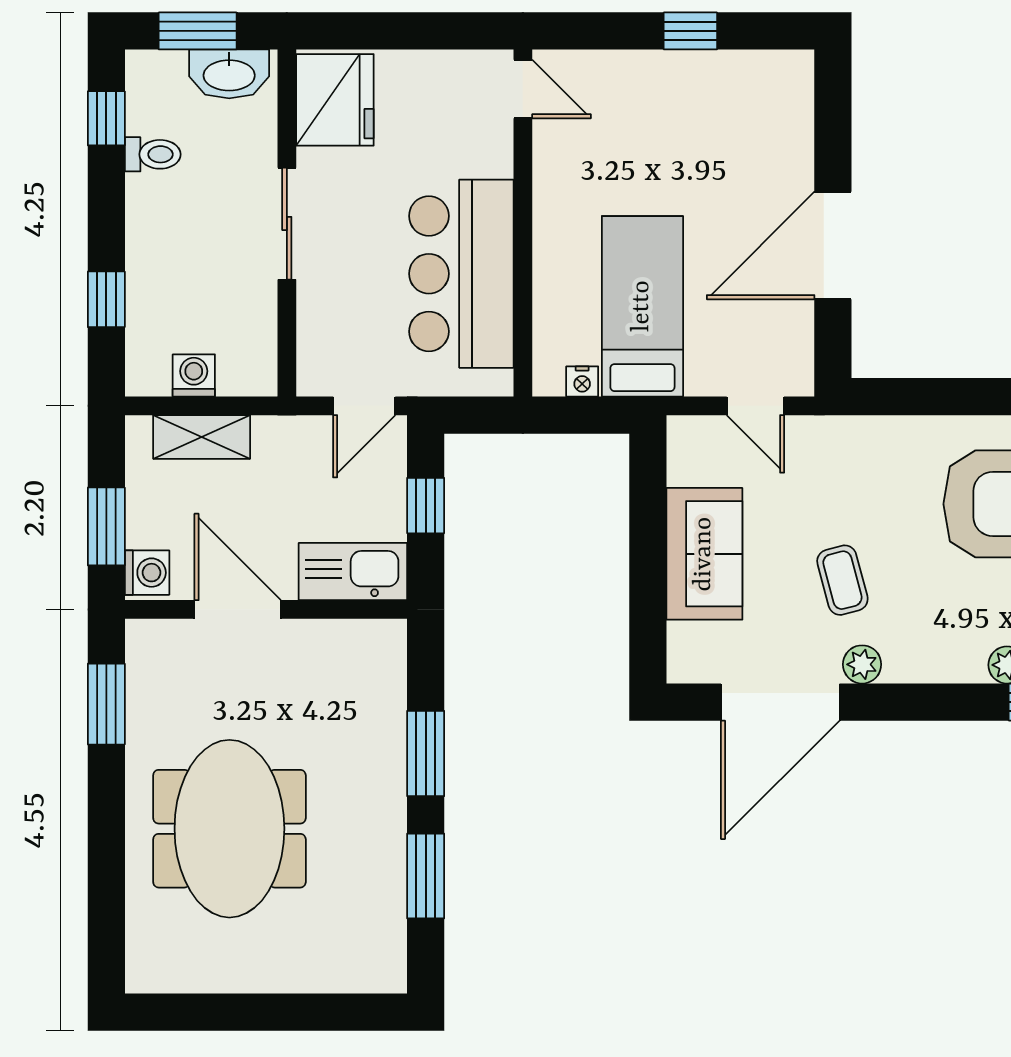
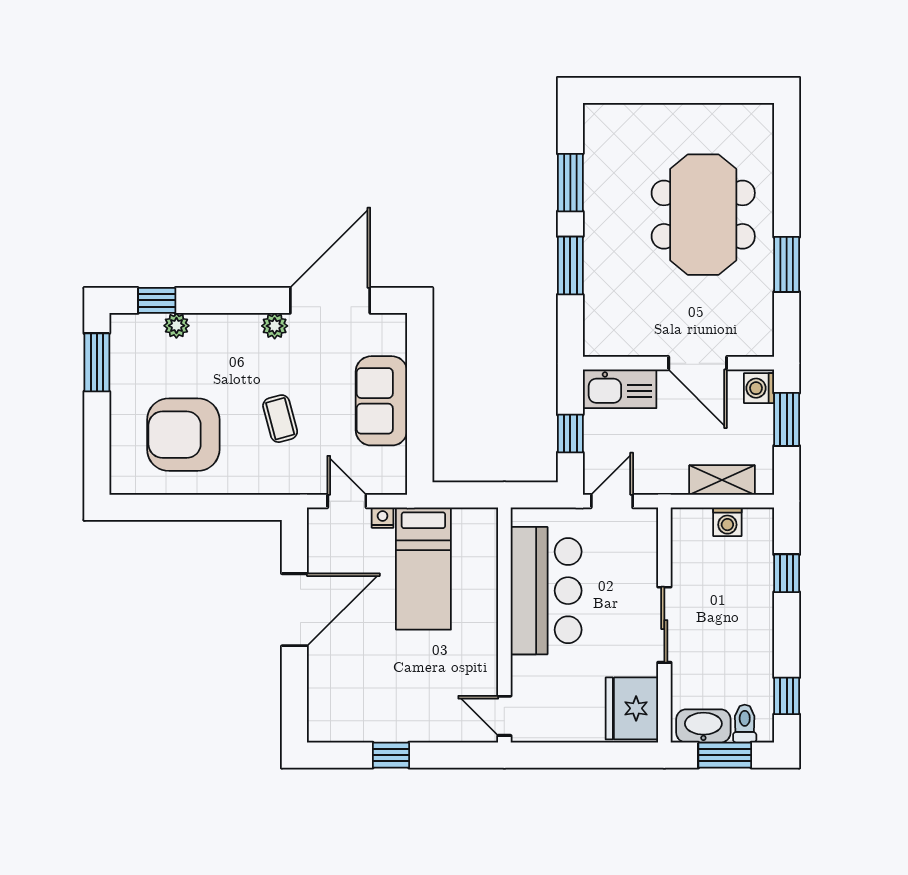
toilet: (153, 154) -> (745, 724), moved, turned 90
nightstand: (582, 381) -> (383, 518), moved
coffee table: (842, 580) -> (280, 419), moved
window: (106, 704) -> (787, 264), moved

